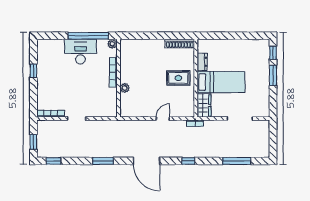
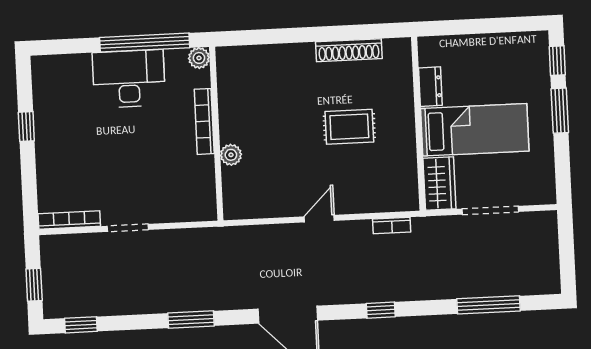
dresser: (202, 62) -> (430, 87), moved
wall: (196, 78) -> (418, 124), moved
bed: (221, 82) -> (475, 130), moved
wardrobe: (204, 105) -> (439, 184), moved

